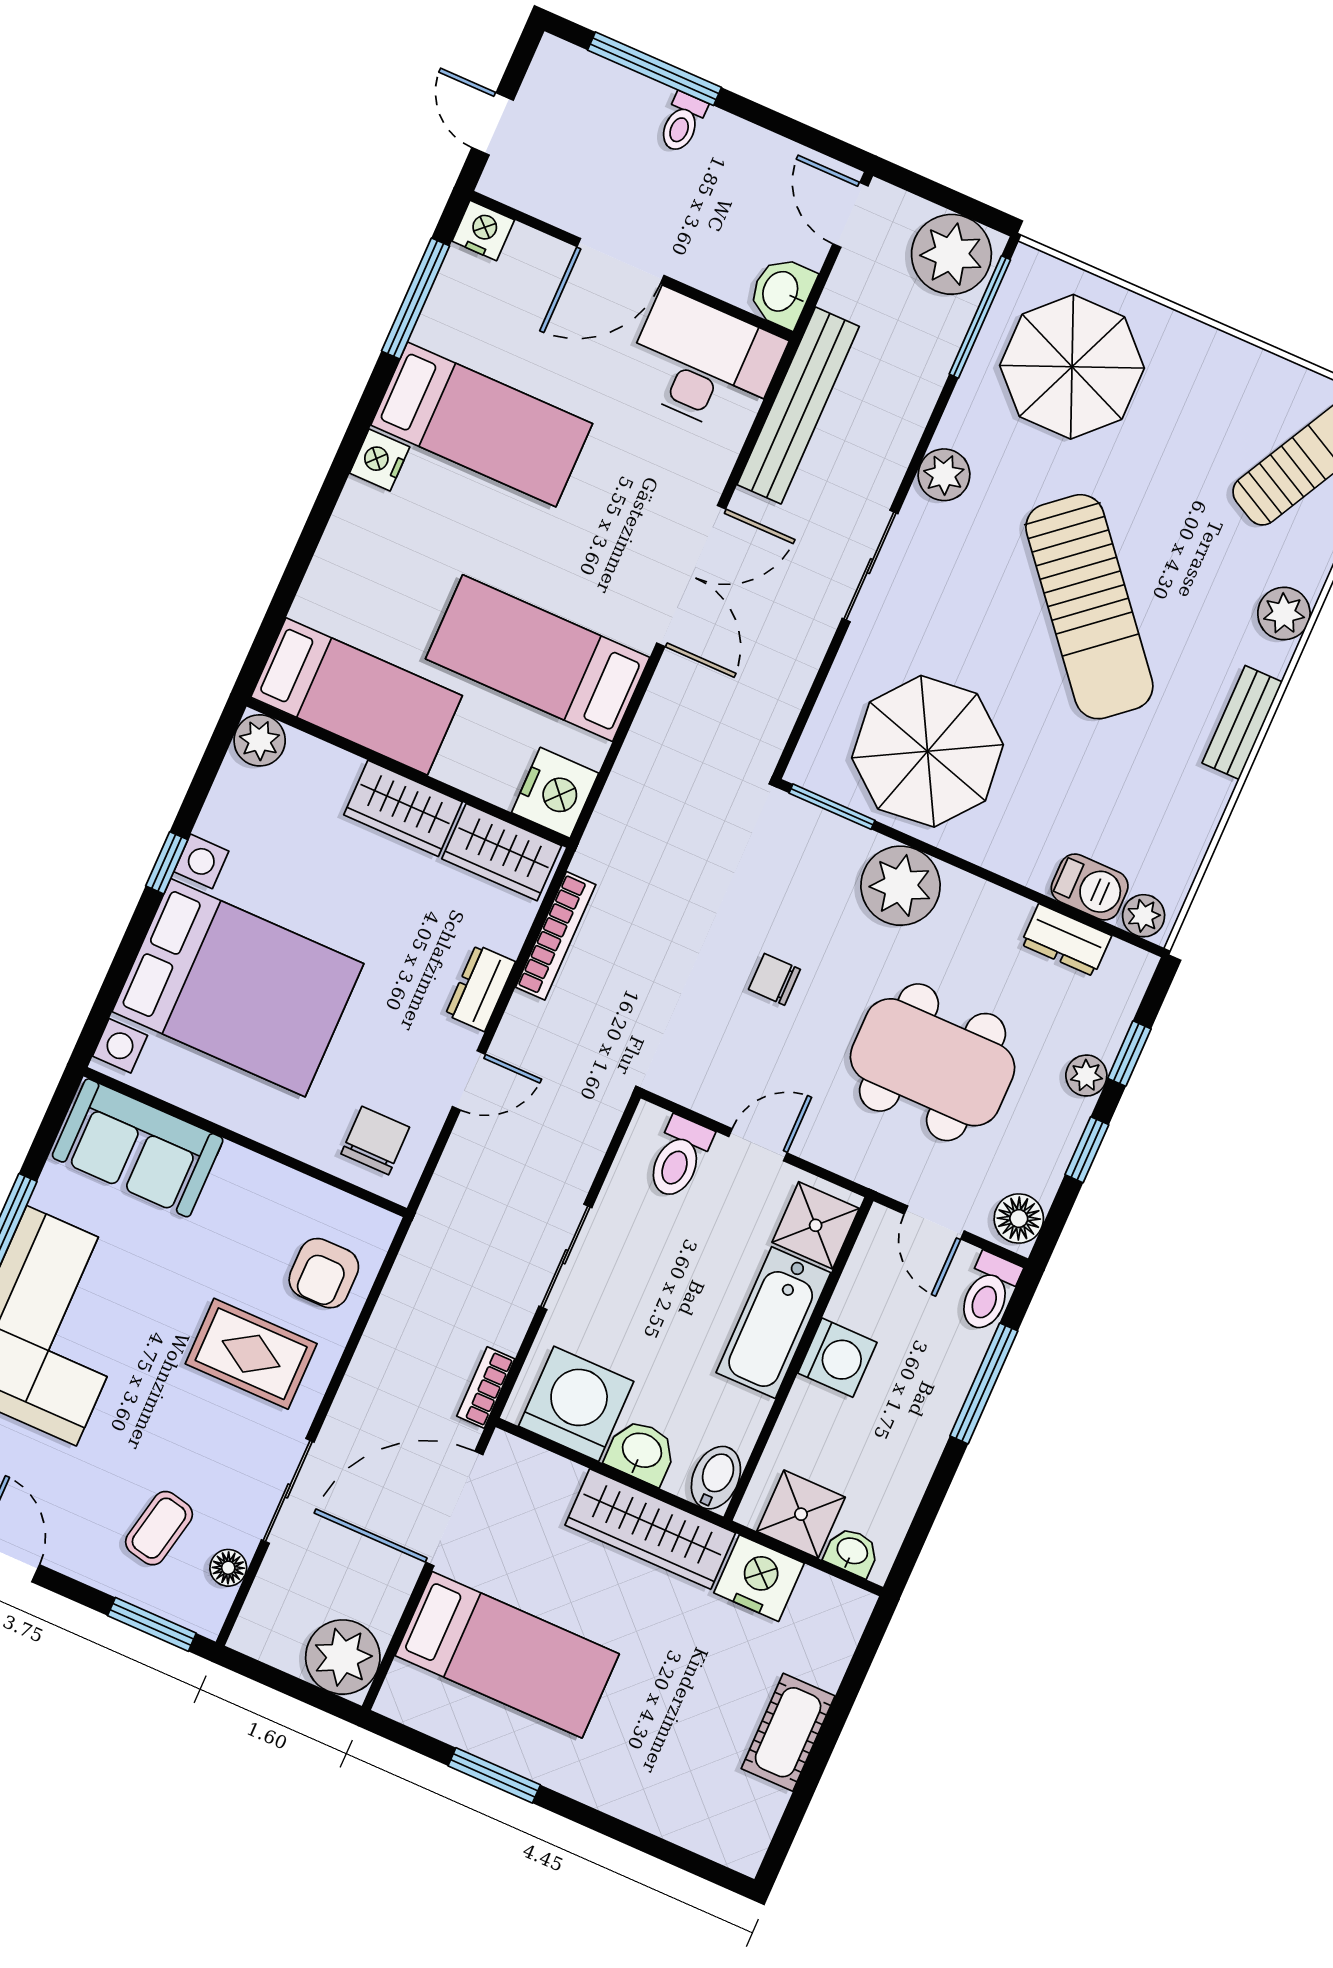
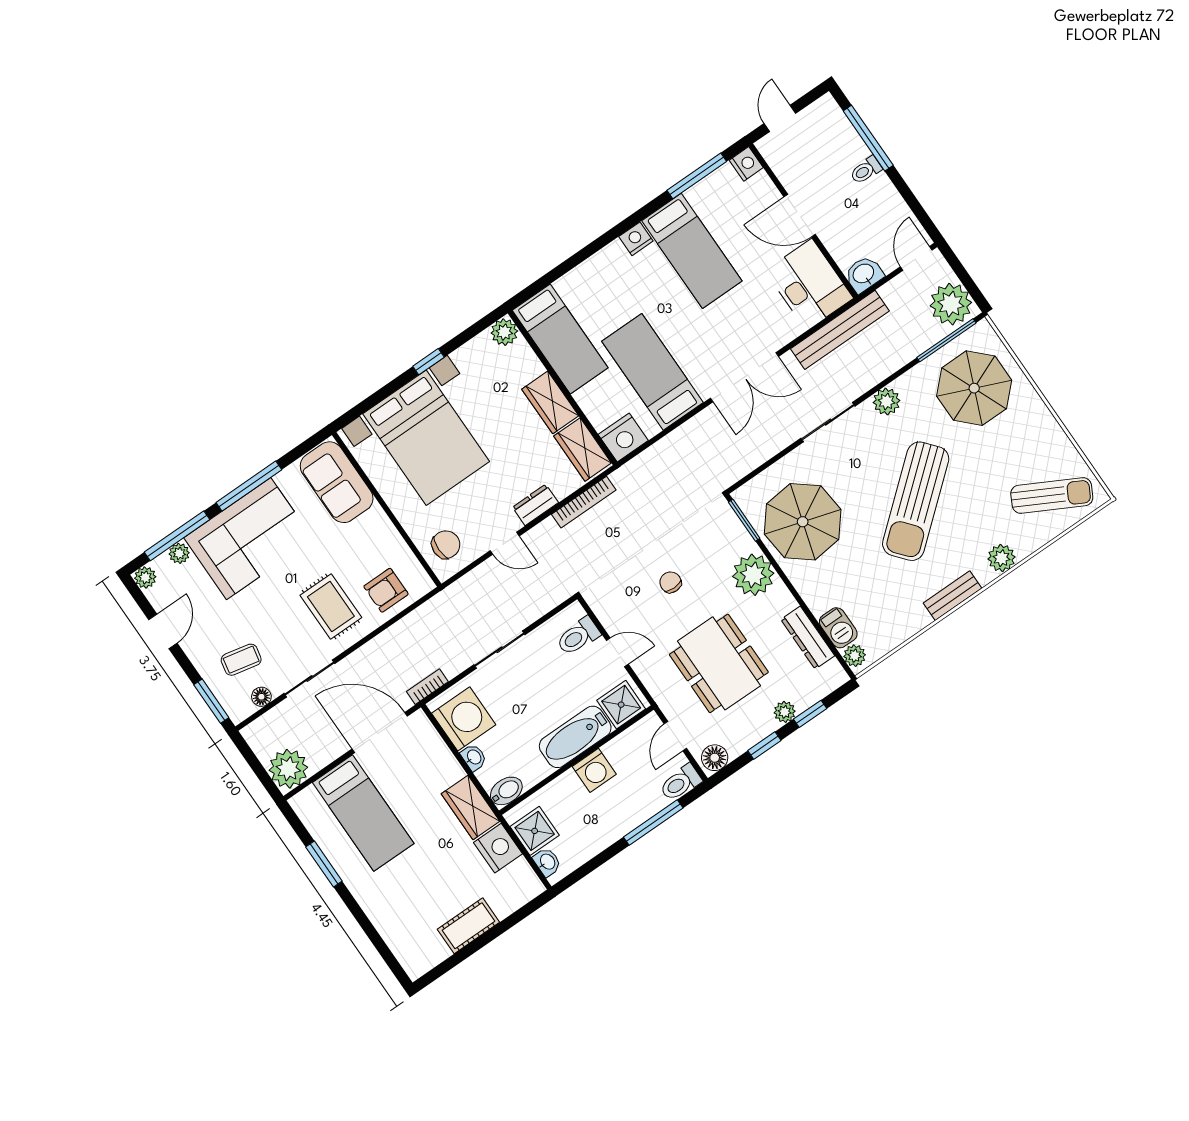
dresser: (1066, 940) -> (808, 638), width x1.44
washbasin: (641, 1452) -> (474, 757), width x0.72, depth x0.69
wardrobe: (650, 1529) -> (471, 807), width x0.67

